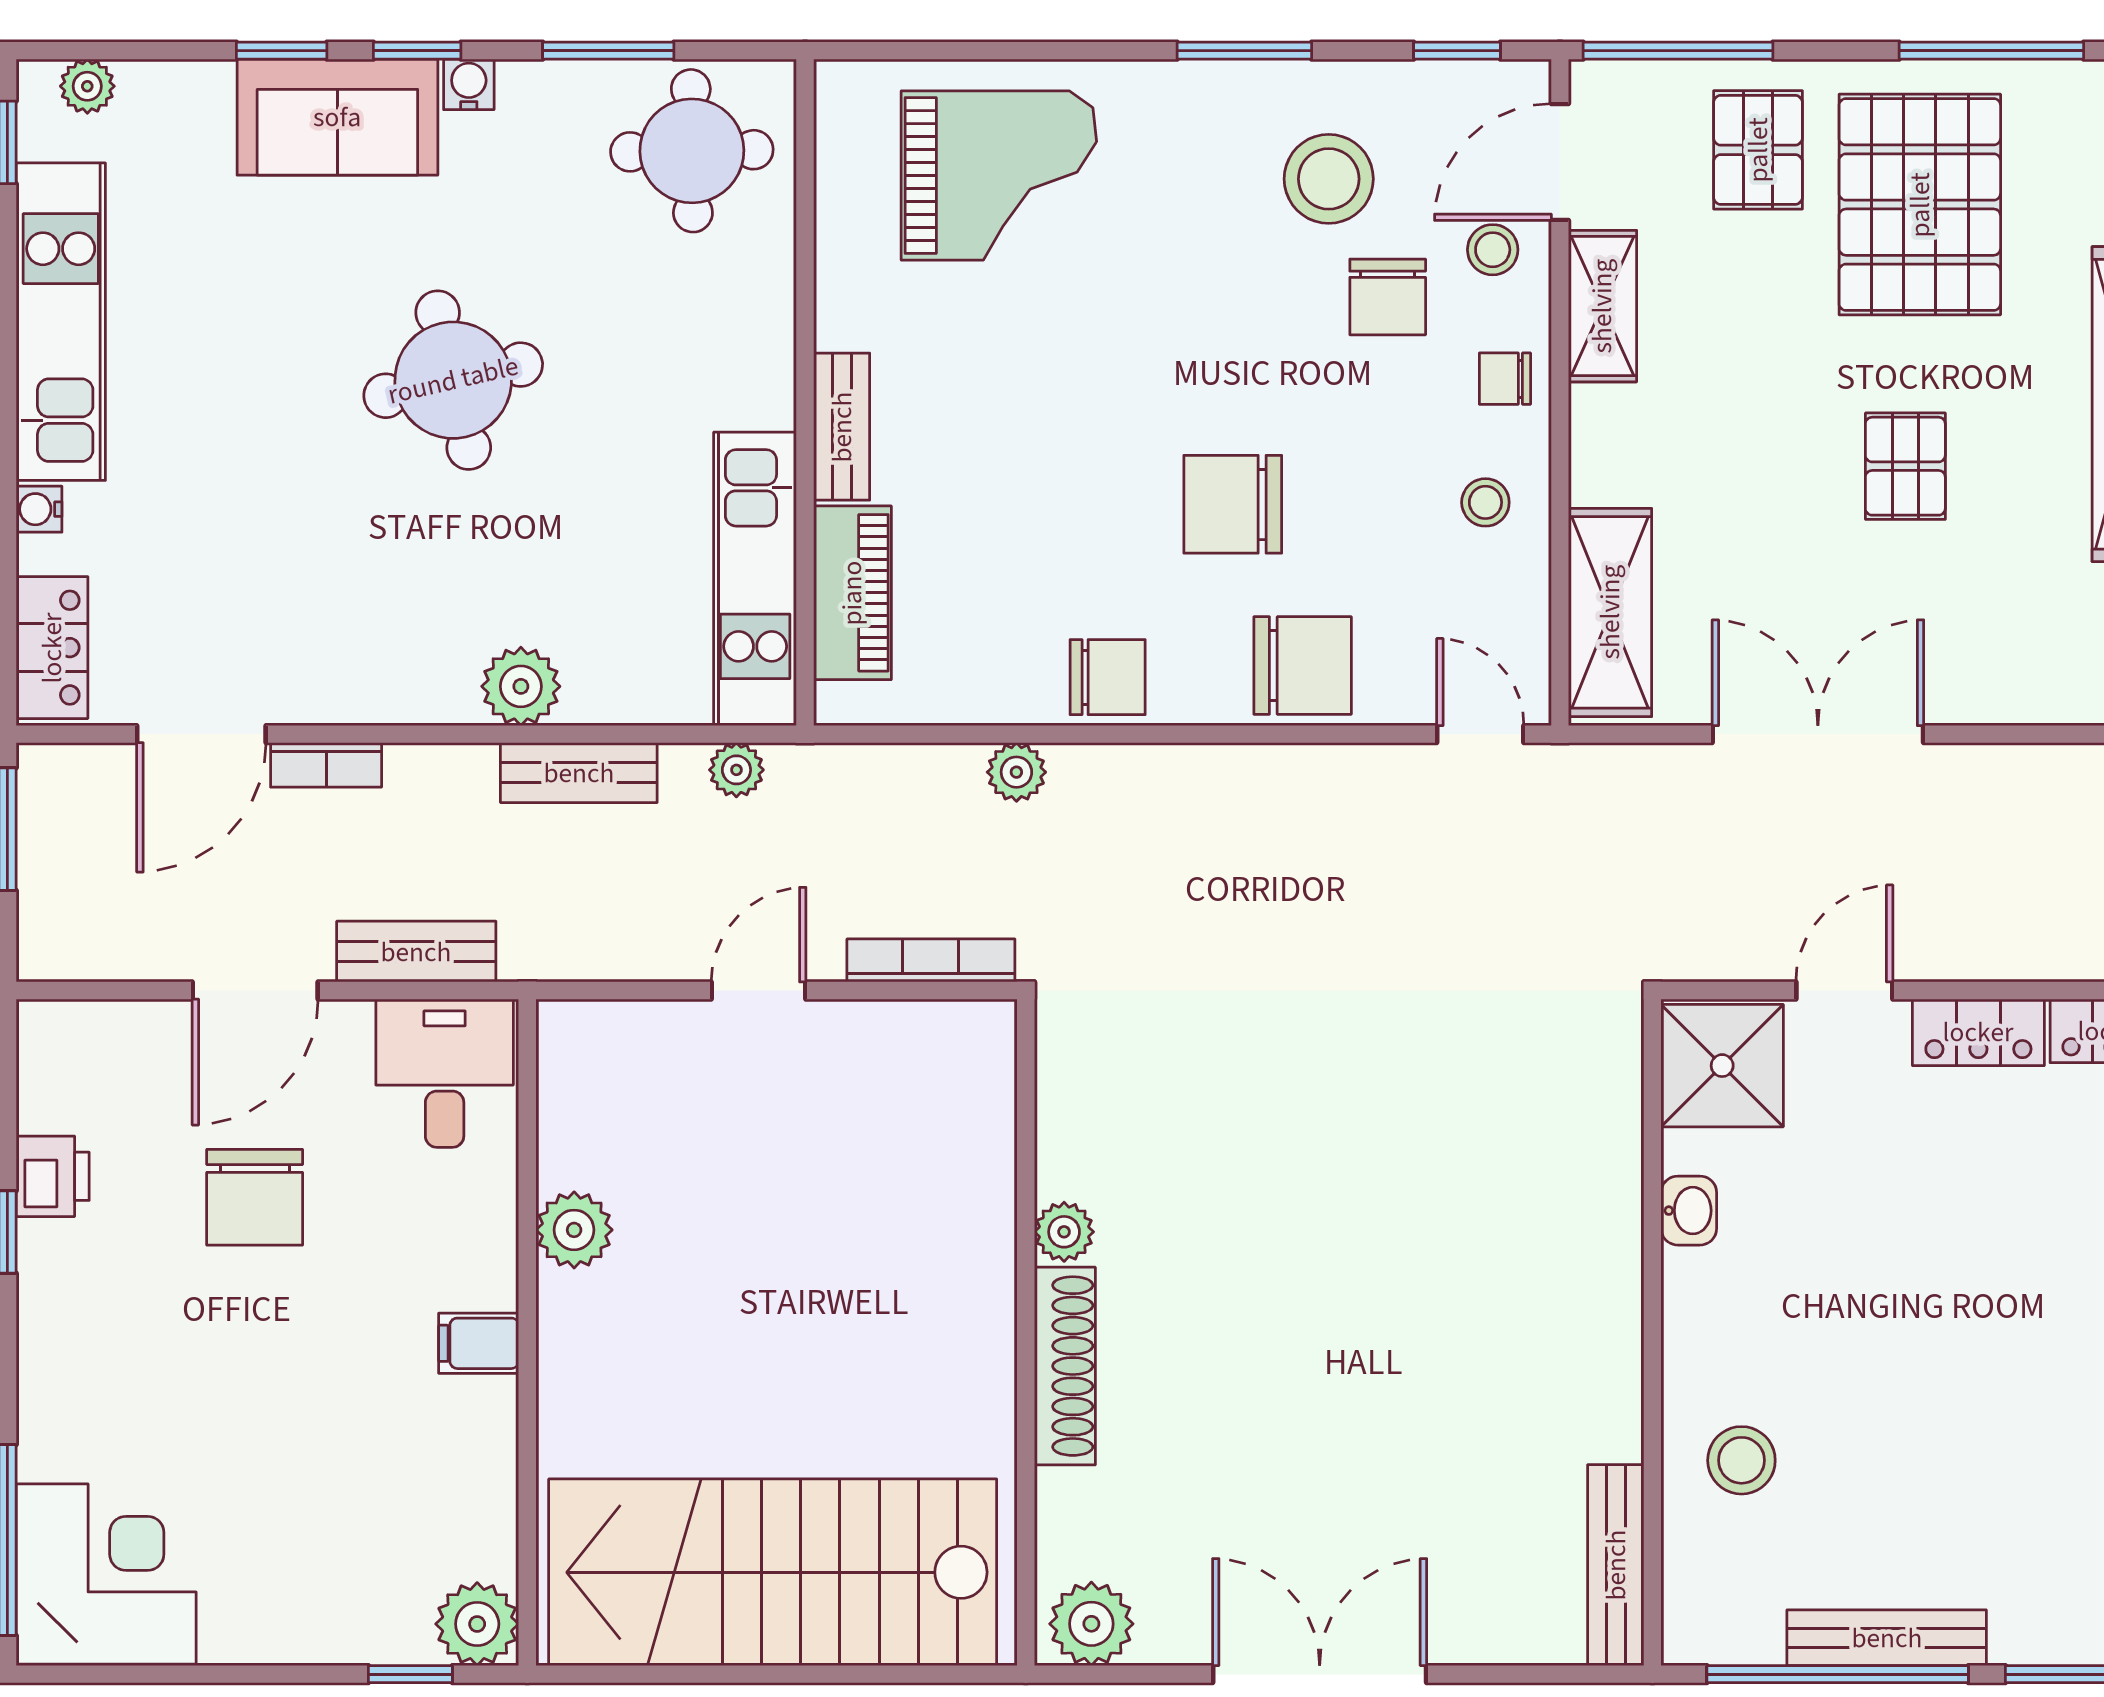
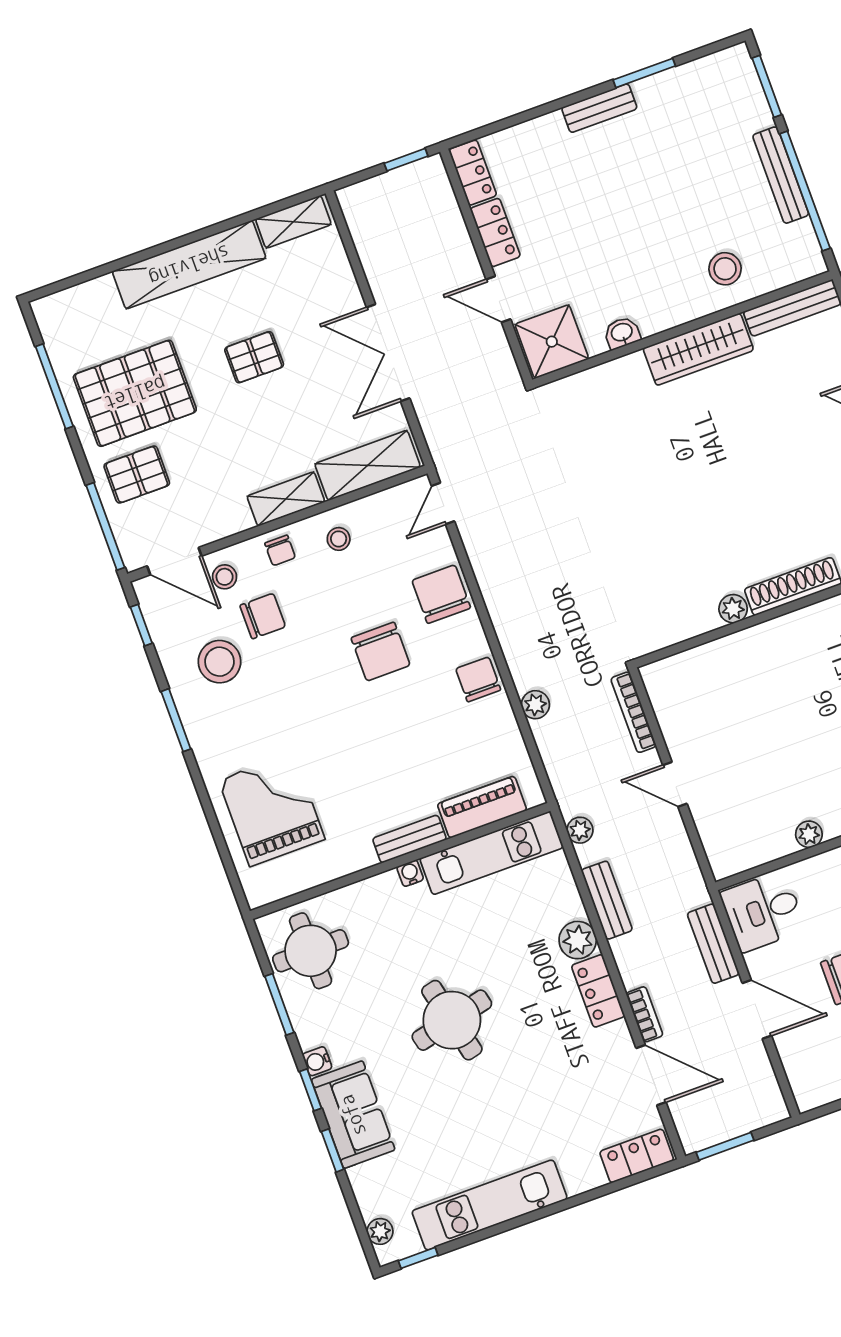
shelving: (1602, 306) -> (286, 499), moved
water cooler: (39, 509) -> (410, 873), moved, turned 180
locker: (406, 690) -> (598, 991), added
plant: (574, 1230) -> (809, 834), width x0.73, depth x0.73
wardrobe: (1602, 1350) -> (698, 349), added

